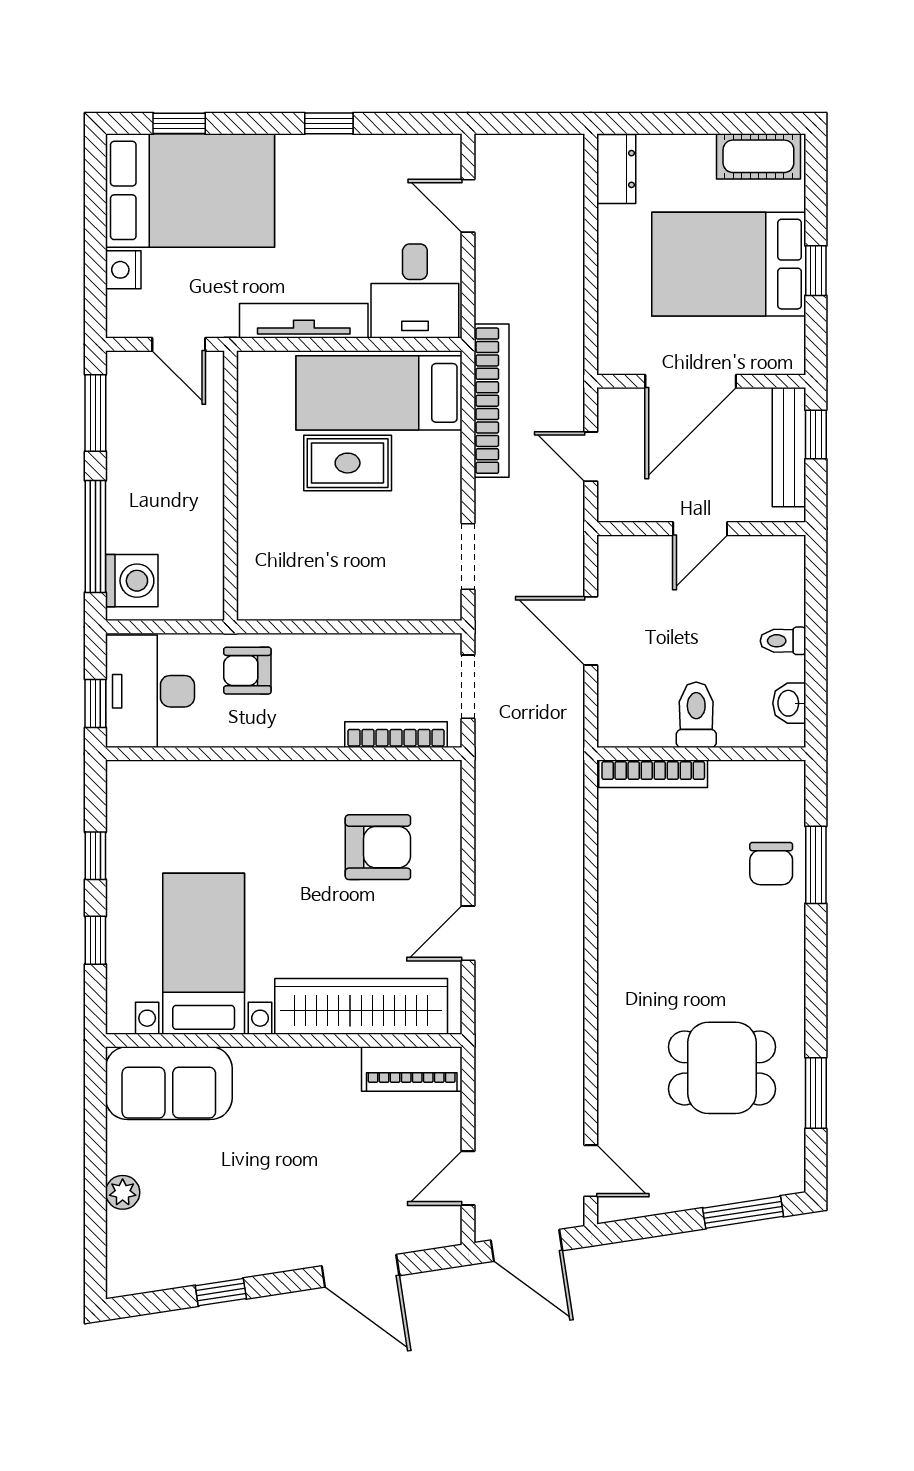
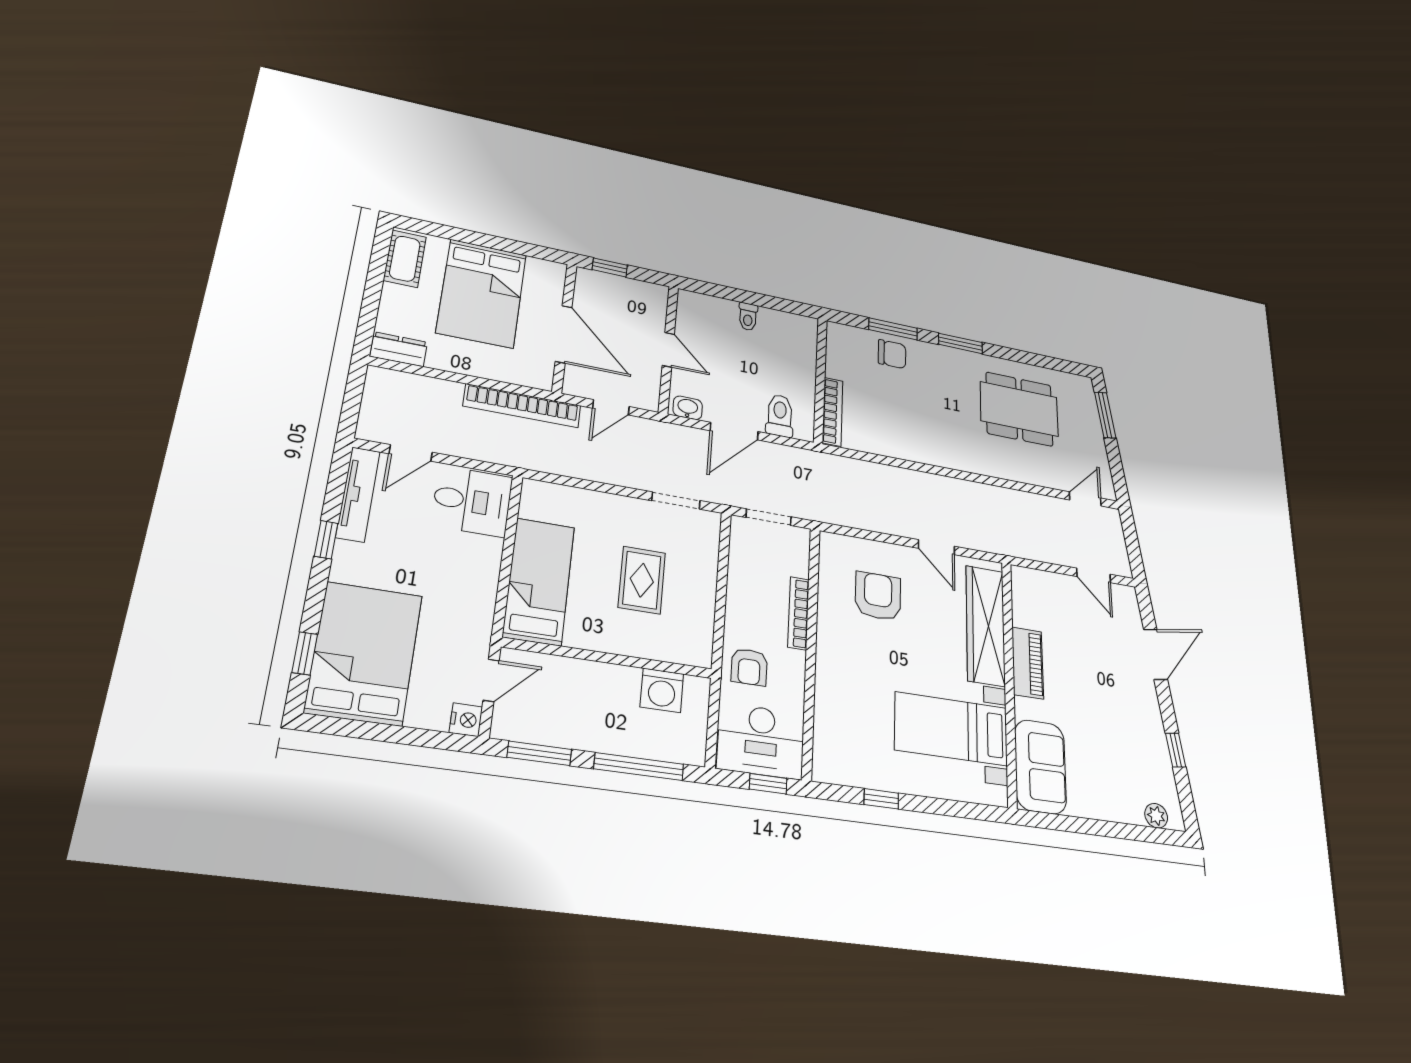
nightstand: (123, 270) -> (466, 720), moved, turned -90
window: (816, 271) -> (494, 242), removed
tv unit: (304, 321) -> (358, 494), moved, turned 180
bed: (379, 393) -> (539, 581), moved, turned 180
bookcase: (491, 401) -> (522, 406), moved, turned 180
bench: (789, 447) -> (617, 285), removed
rug: (348, 463) -> (642, 580), moved
washing machine: (132, 581) -> (662, 690), moved, turned 180
washbasin: (789, 703) -> (688, 408), moved, turned 180
toilet: (696, 715) -> (780, 416), moved, turned 90
bookcase: (396, 735) -> (798, 613), moved
window: (95, 940) -> (942, 807), removed
dining table: (722, 1068) -> (1019, 409), width x1.38
piano: (412, 1069) -> (1028, 663), moved
window: (816, 1093) -> (960, 343), moved
plant: (123, 1192) -> (1156, 816), moved
door: (526, 1245) -> (1133, 547), removed

